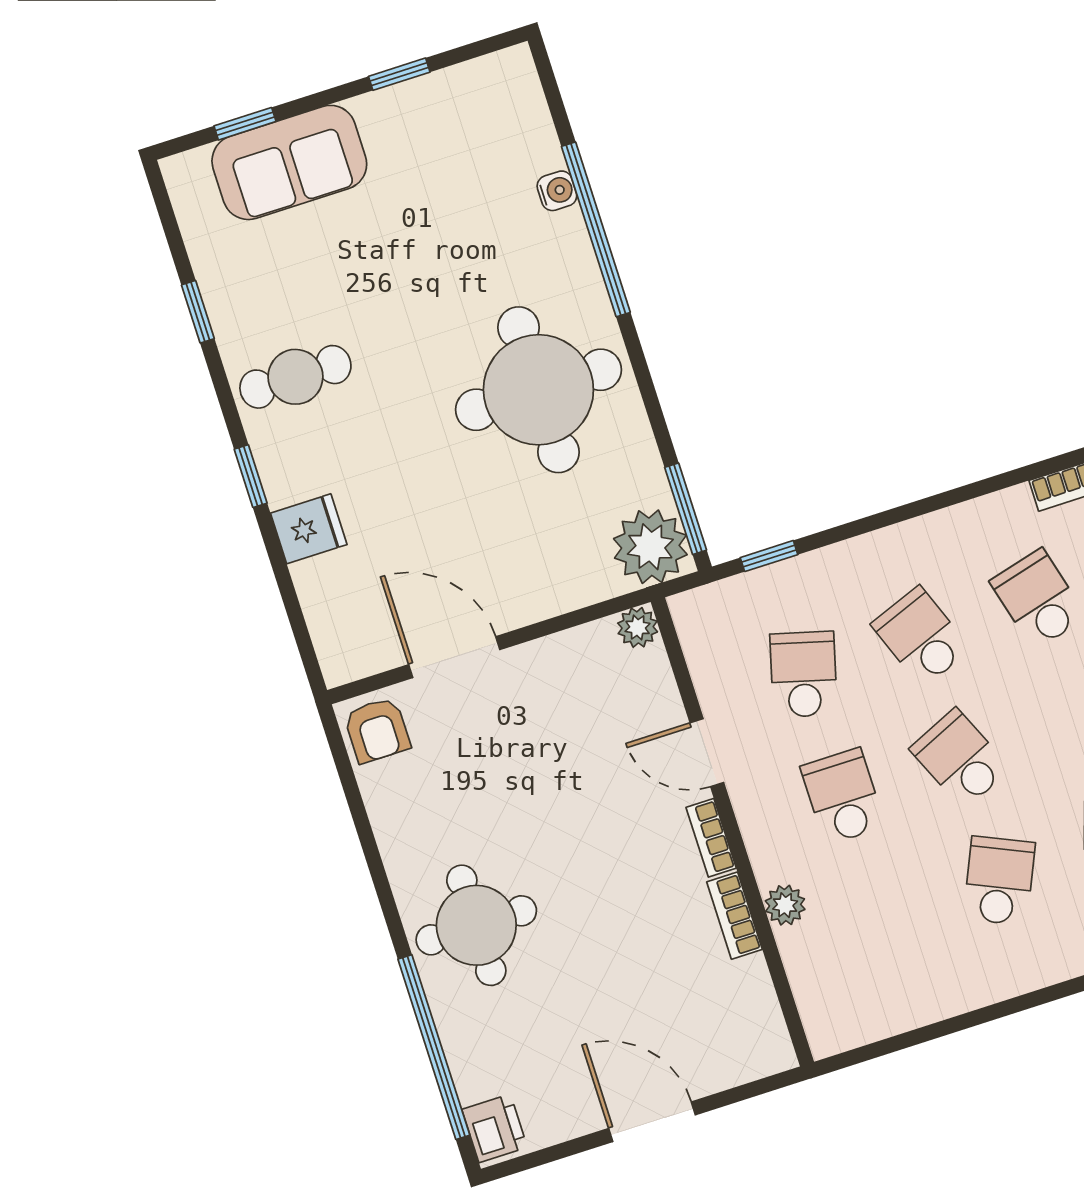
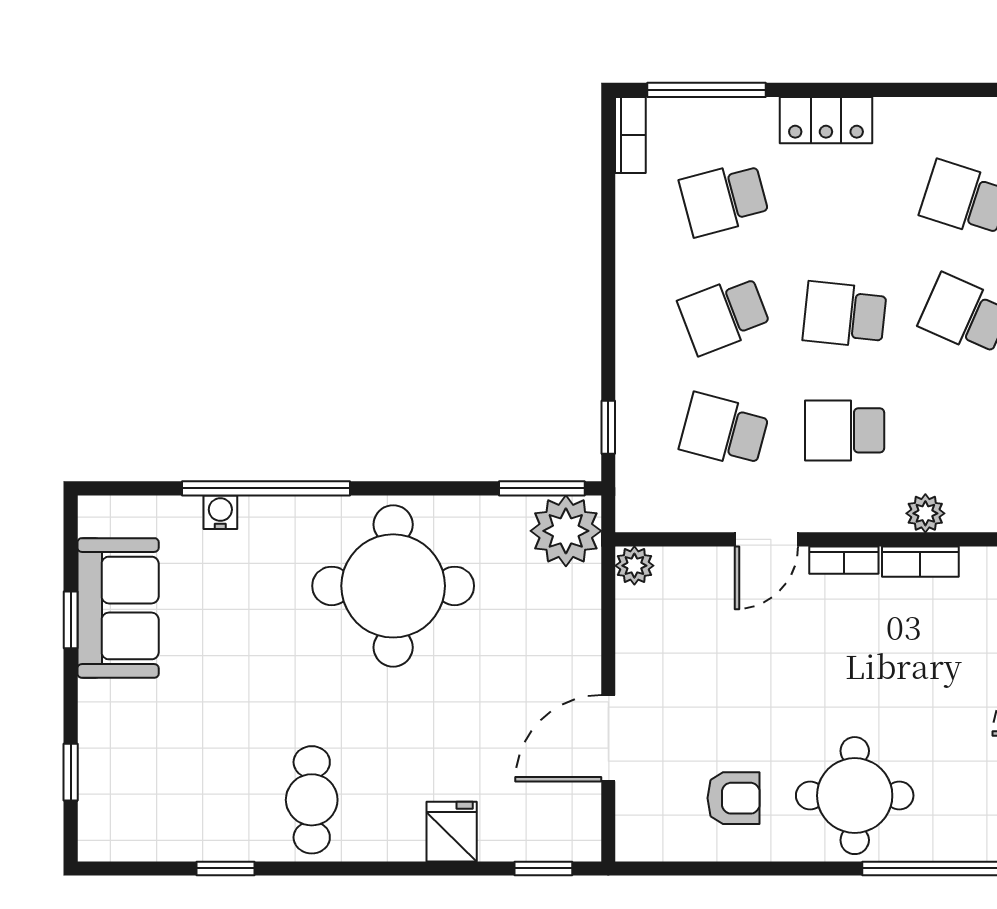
sofa: (289, 162) -> (118, 608), moved
window: (251, 476) -> (543, 868), moved
armchair: (377, 730) -> (734, 798), moved
school desk: (960, 759) -> (845, 315), turned 30

